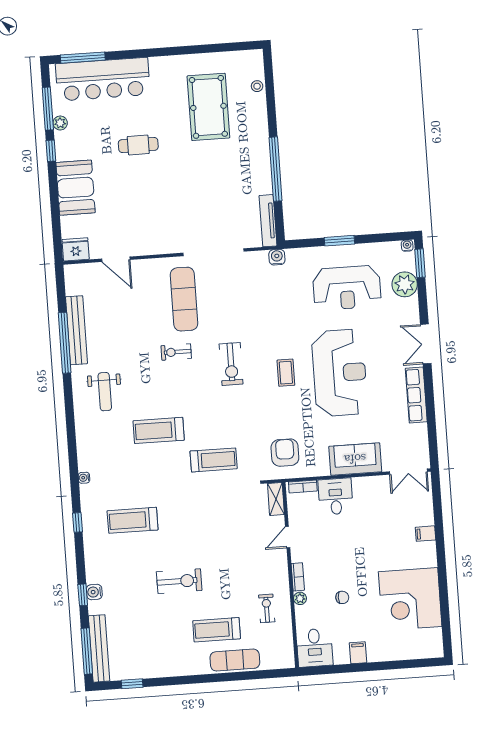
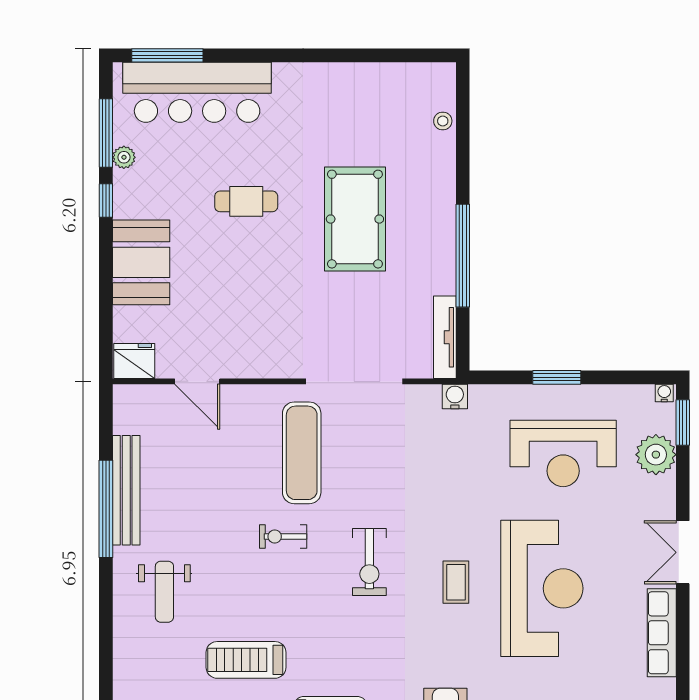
pool table: (208, 107) -> (355, 219), moved

